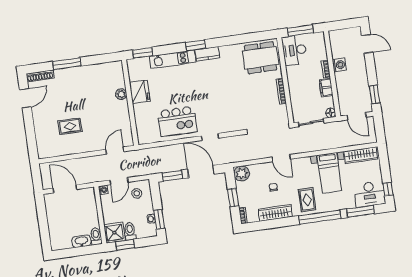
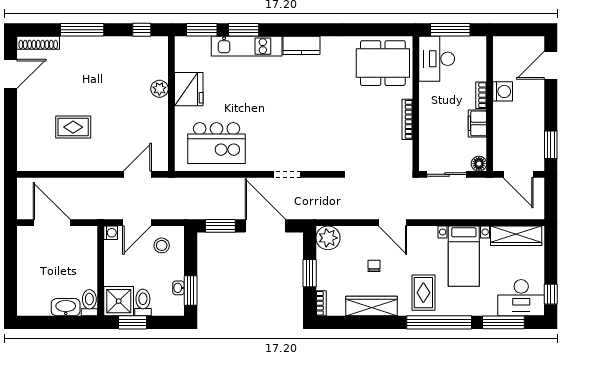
door: (367, 44) -> (551, 65), swing flipped
window: (196, 45) -> (244, 30), moved
window: (105, 58) -> (142, 30), added
kitchen island: (177, 121) -> (216, 143), moved

